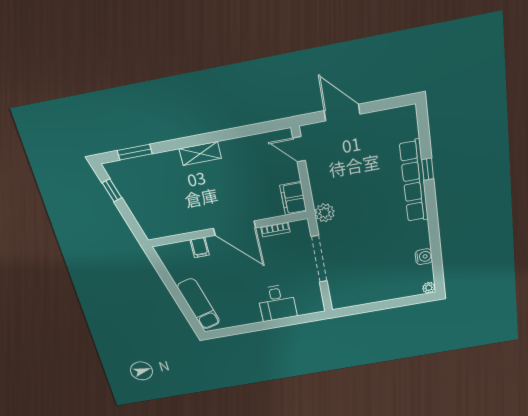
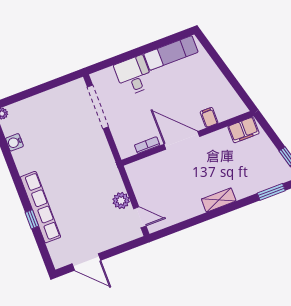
door: (342, 112) -> (86, 262), moved
filing cabinet: (293, 198) -> (243, 130), moved, turned 90
plant: (325, 213) -> (121, 201), moved
doorway: (319, 259) -> (98, 107), moved
exam couch: (199, 304) -> (171, 53), moved, turned -75

